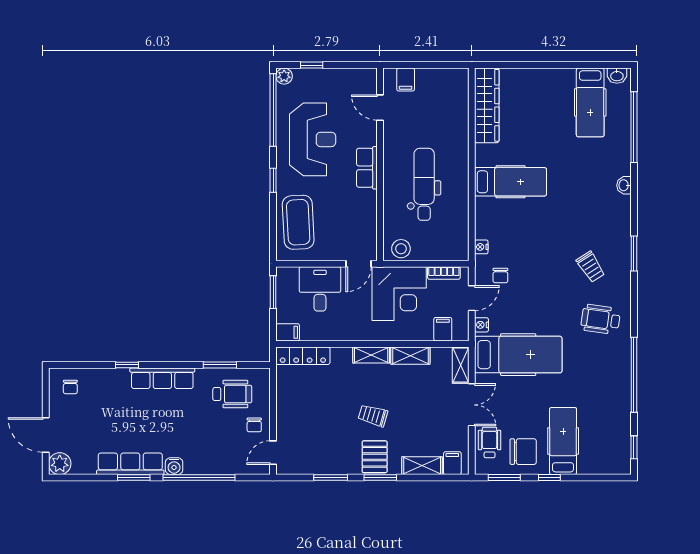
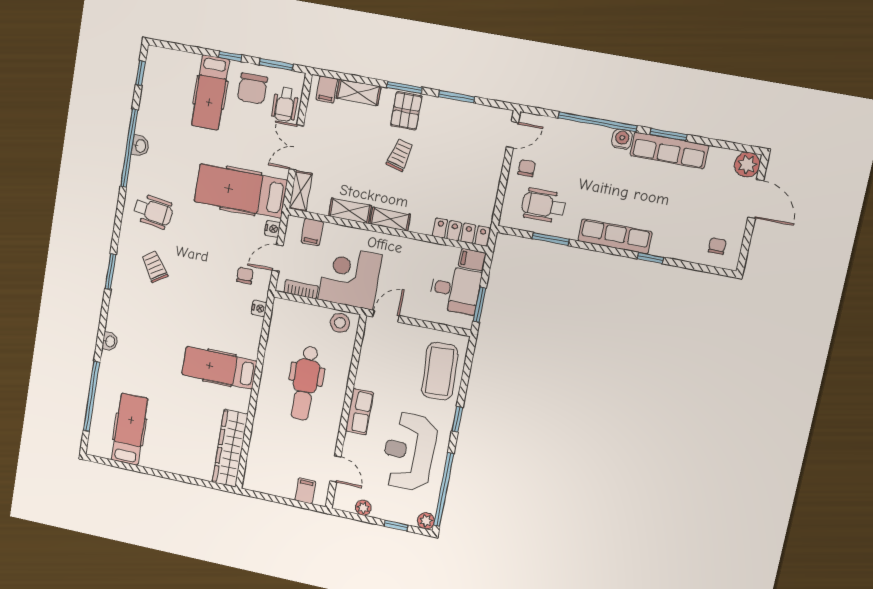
plant: (346, 76) -> (363, 508), added
washbasin: (617, 76) -> (140, 146), moved, turned 90
desk: (320, 289) -> (455, 290), moved, turned -90
trolley: (373, 415) -> (400, 155), turned -91
chair: (523, 452) -> (252, 89), turned -90

